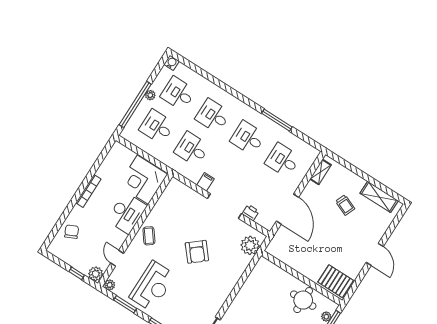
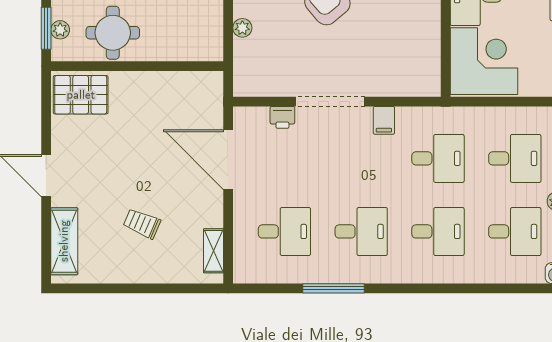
shelving: (379, 197) -> (64, 241), moved, turned 90
plant: (250, 245) -> (242, 28), moved, width x0.53, depth x0.53

